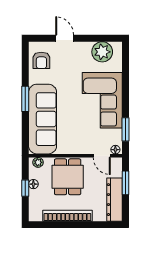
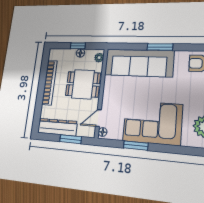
window: (126, 129) -> (136, 146), moved

